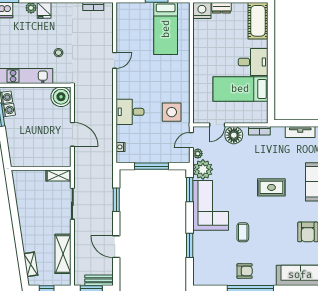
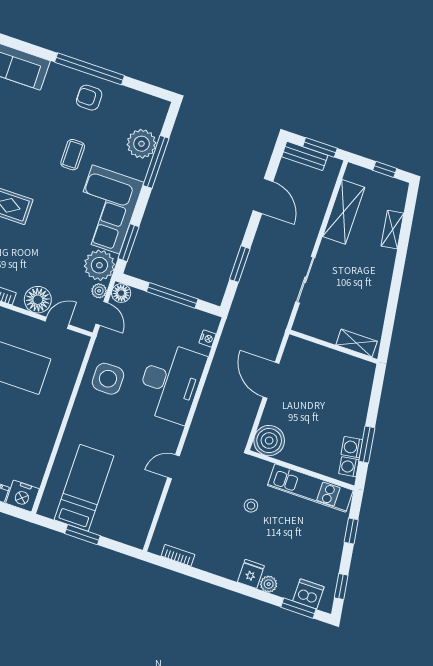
desk: (130, 112) -> (171, 383), width x1.87, depth x1.30
side table: (172, 112) -> (108, 379), moved
door: (191, 140) -> (102, 313), hinge flipped
floor lamp: (184, 157) -> (121, 293), added
shelving: (58, 175) -> (357, 343), moved
window: (190, 245) -> (156, 162), width x1.44
plant: (202, 254) -> (141, 144), added
shelving: (31, 264) -> (392, 230), moved

